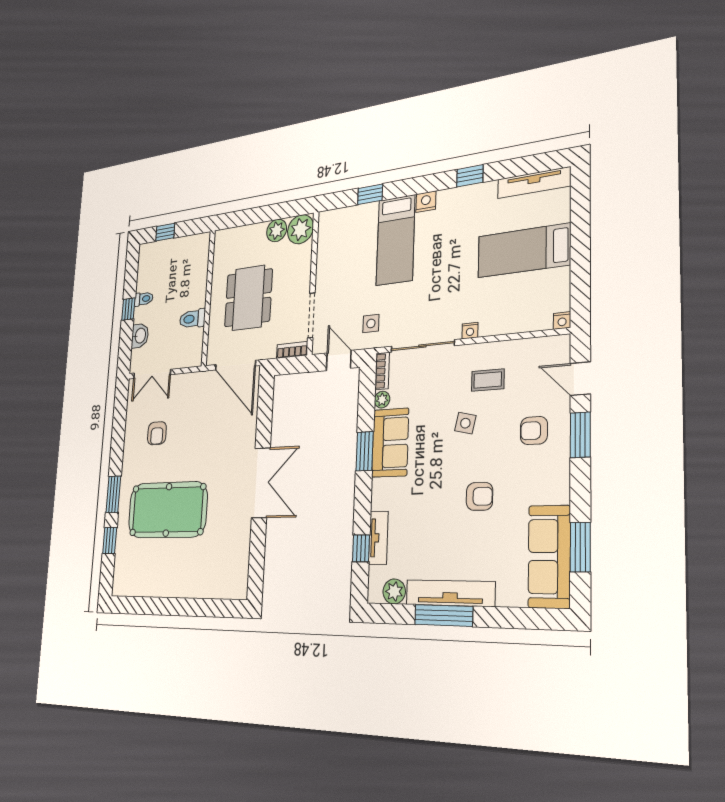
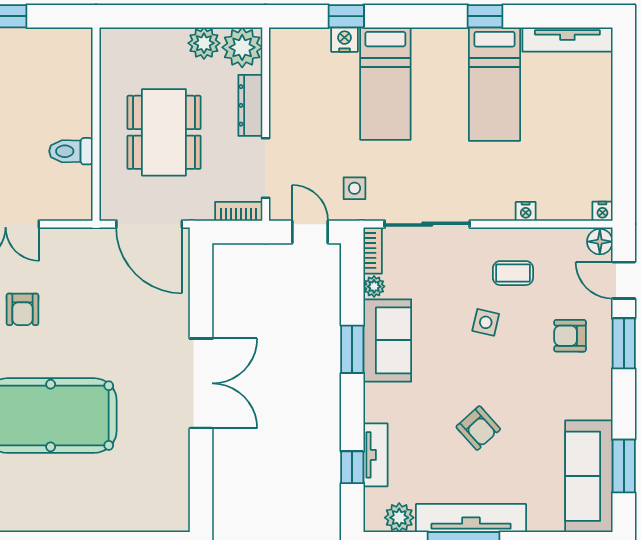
nightstand: (426, 202) -> (345, 40), moved
bed: (524, 250) -> (495, 84), moved, turned -90
dresser: (304, 270) -> (250, 105), added
nightstand: (470, 331) -> (526, 211), moved
floor lamp: (560, 347) -> (600, 242), added
armchair: (479, 496) -> (478, 428), moved, turned 48

